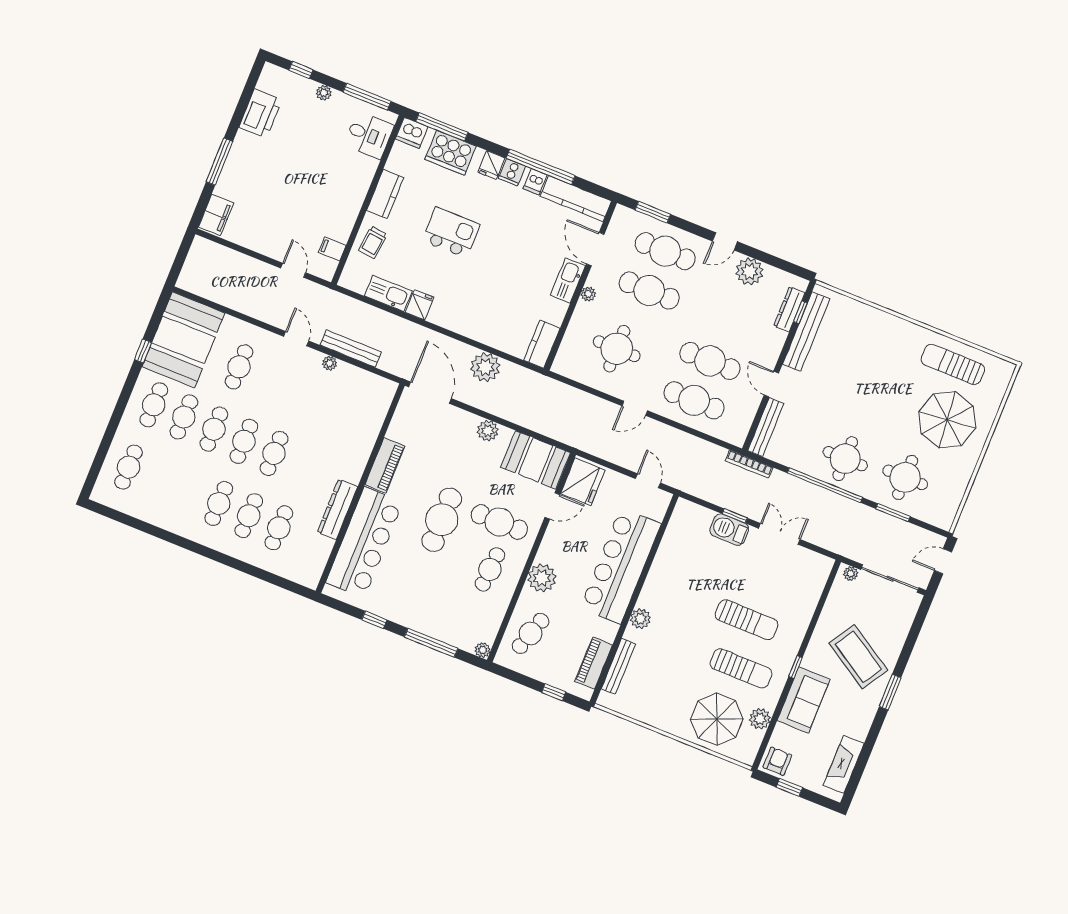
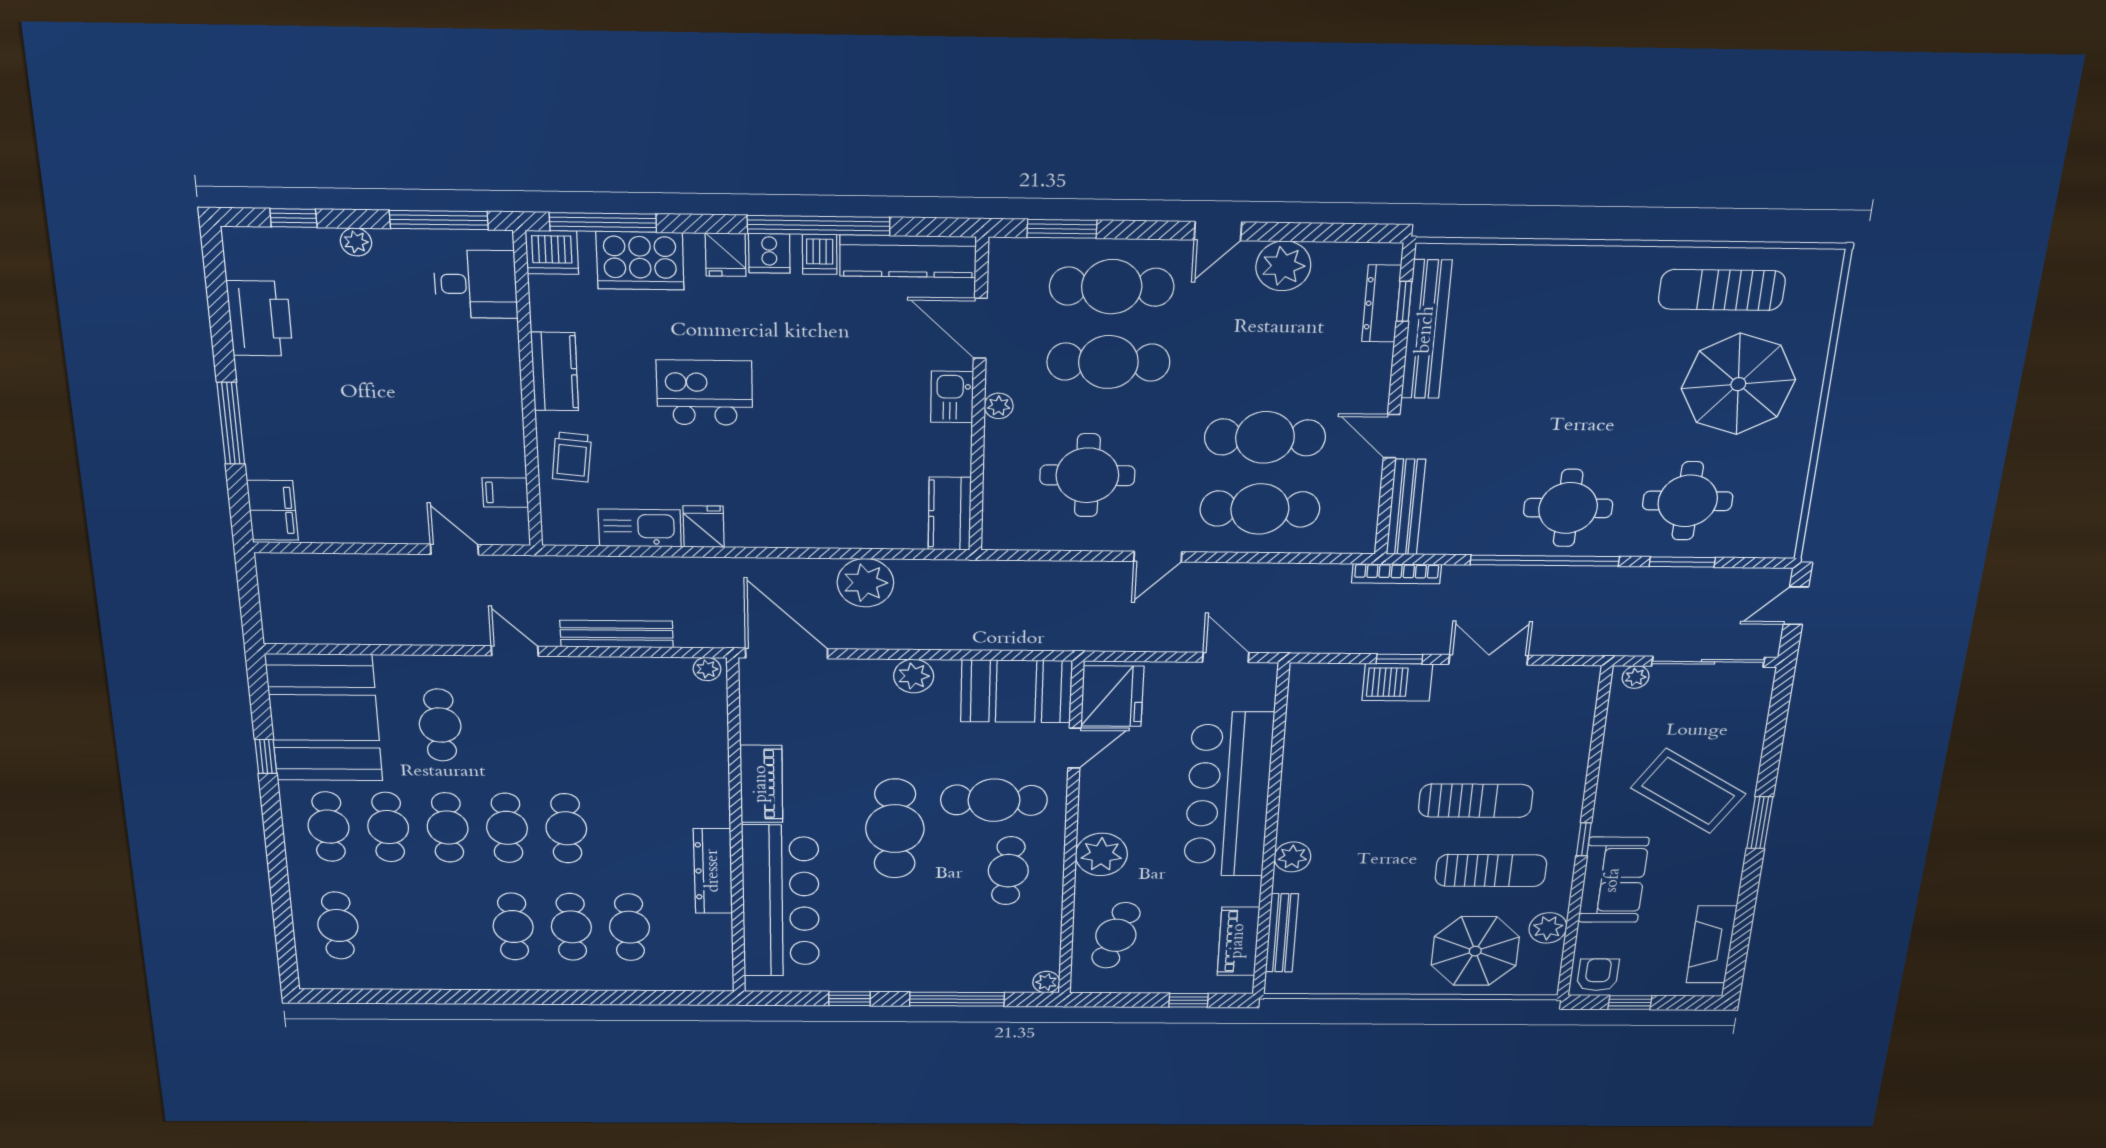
kitchen sink: (568, 281) -> (952, 397), width x0.73
plant: (330, 363) -> (707, 669), moved

